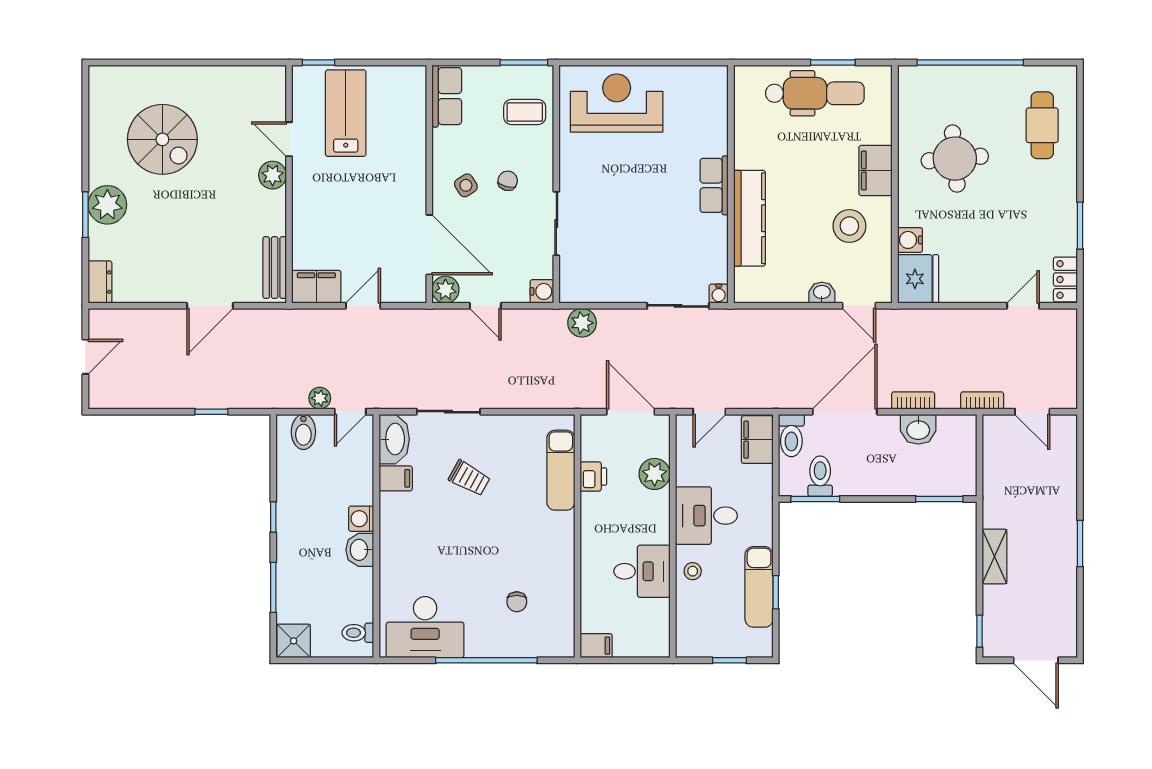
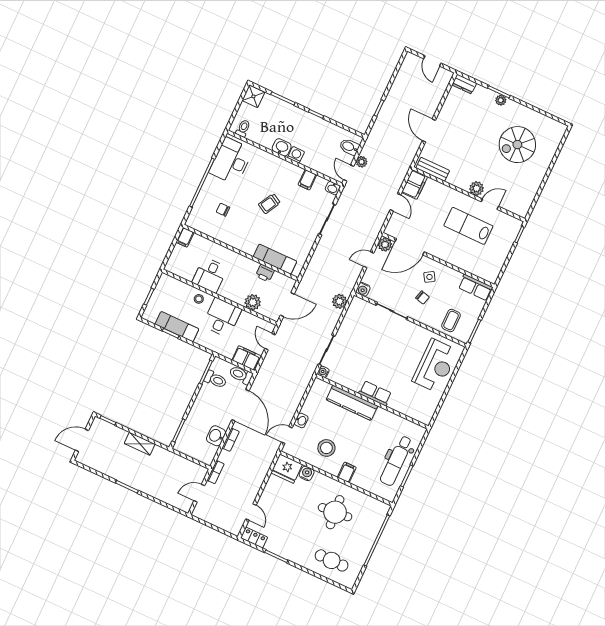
lab bench: (346, 113) -> (468, 226), moved, turned 180
filing cabinet: (876, 170) -> (347, 472), width x0.50
plant: (107, 205) -> (501, 100), width x0.53, depth x0.53
washbasin: (394, 439) -> (333, 188), width x0.52, depth x0.69
trolley: (469, 478) -> (269, 204), moved

